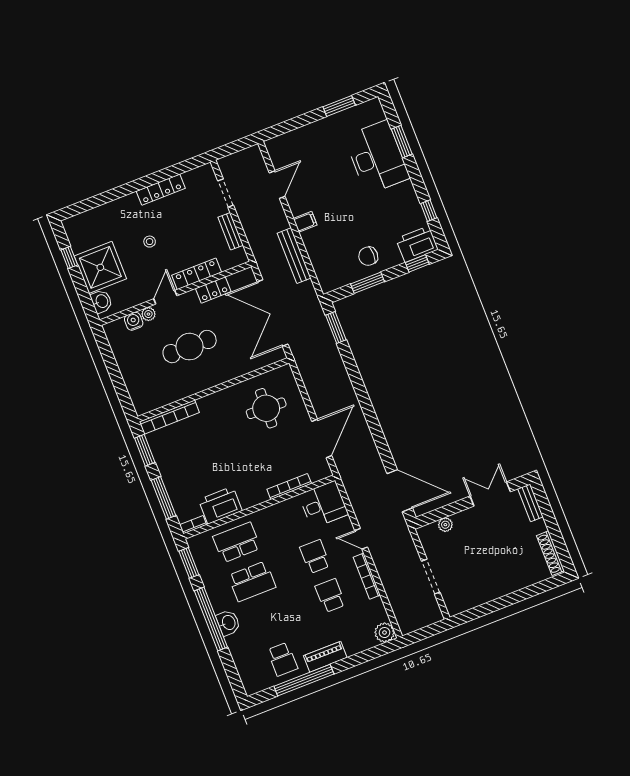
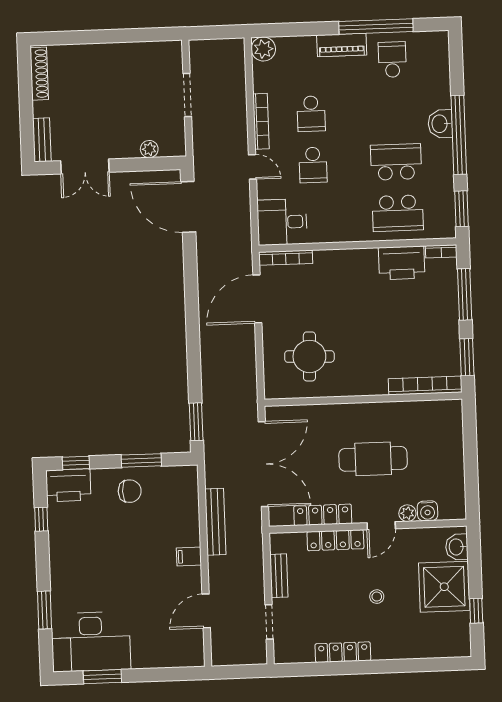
desk: (377, 157) -> (91, 642), moved, turned -90
locker: (213, 290) -> (323, 515), width x1.53
bookcase: (289, 486) -> (286, 258), moved

